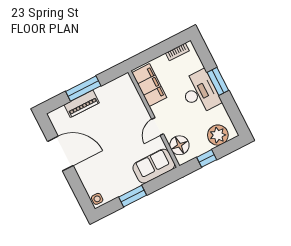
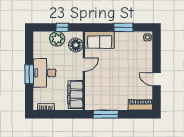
window: (83, 89) -> (106, 114), moved
piano: (82, 104) -> (141, 105), moved
plant: (218, 135) -> (57, 39), moved
door: (60, 154) -> (157, 79), width x0.53

